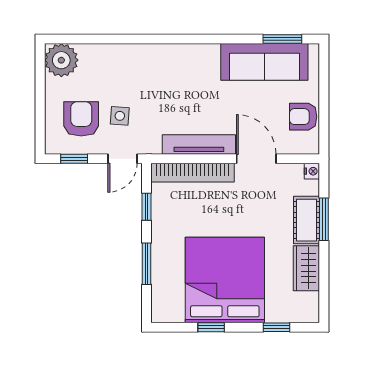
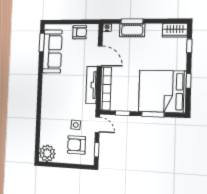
armchair: (303, 117) -> (80, 32), turned -90
door: (256, 159) -> (100, 56), swing flipped
wardrobe: (306, 268) -> (175, 30), moved
bed: (225, 280) -> (162, 91), moved

